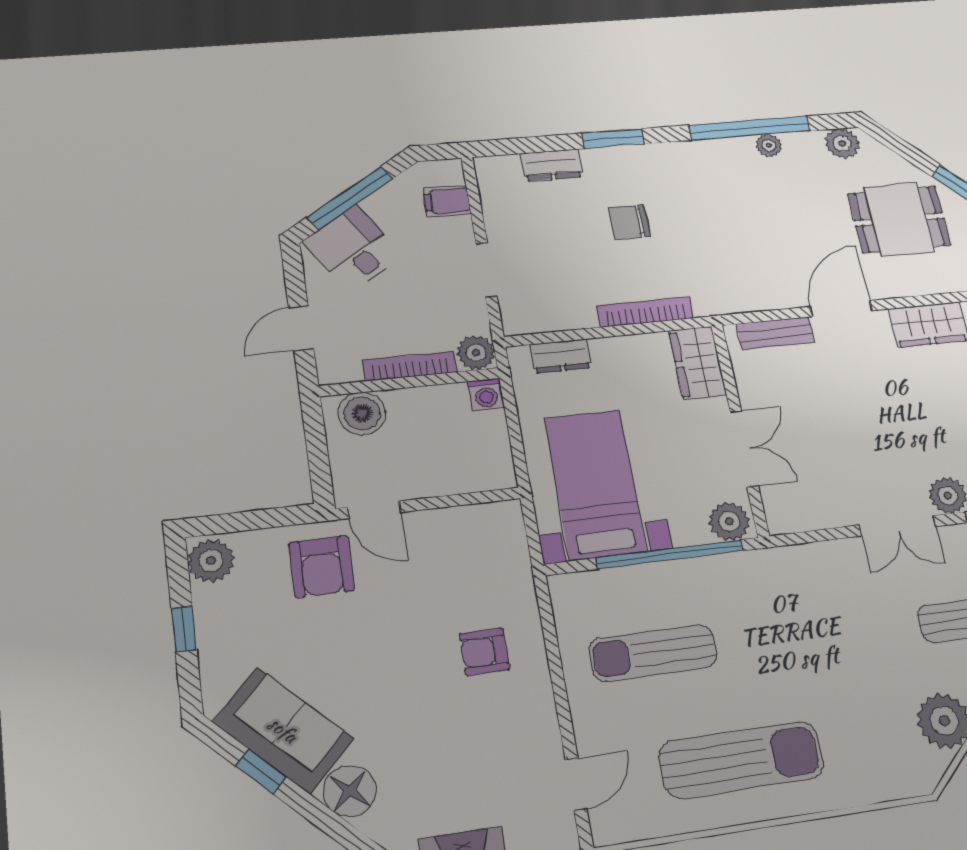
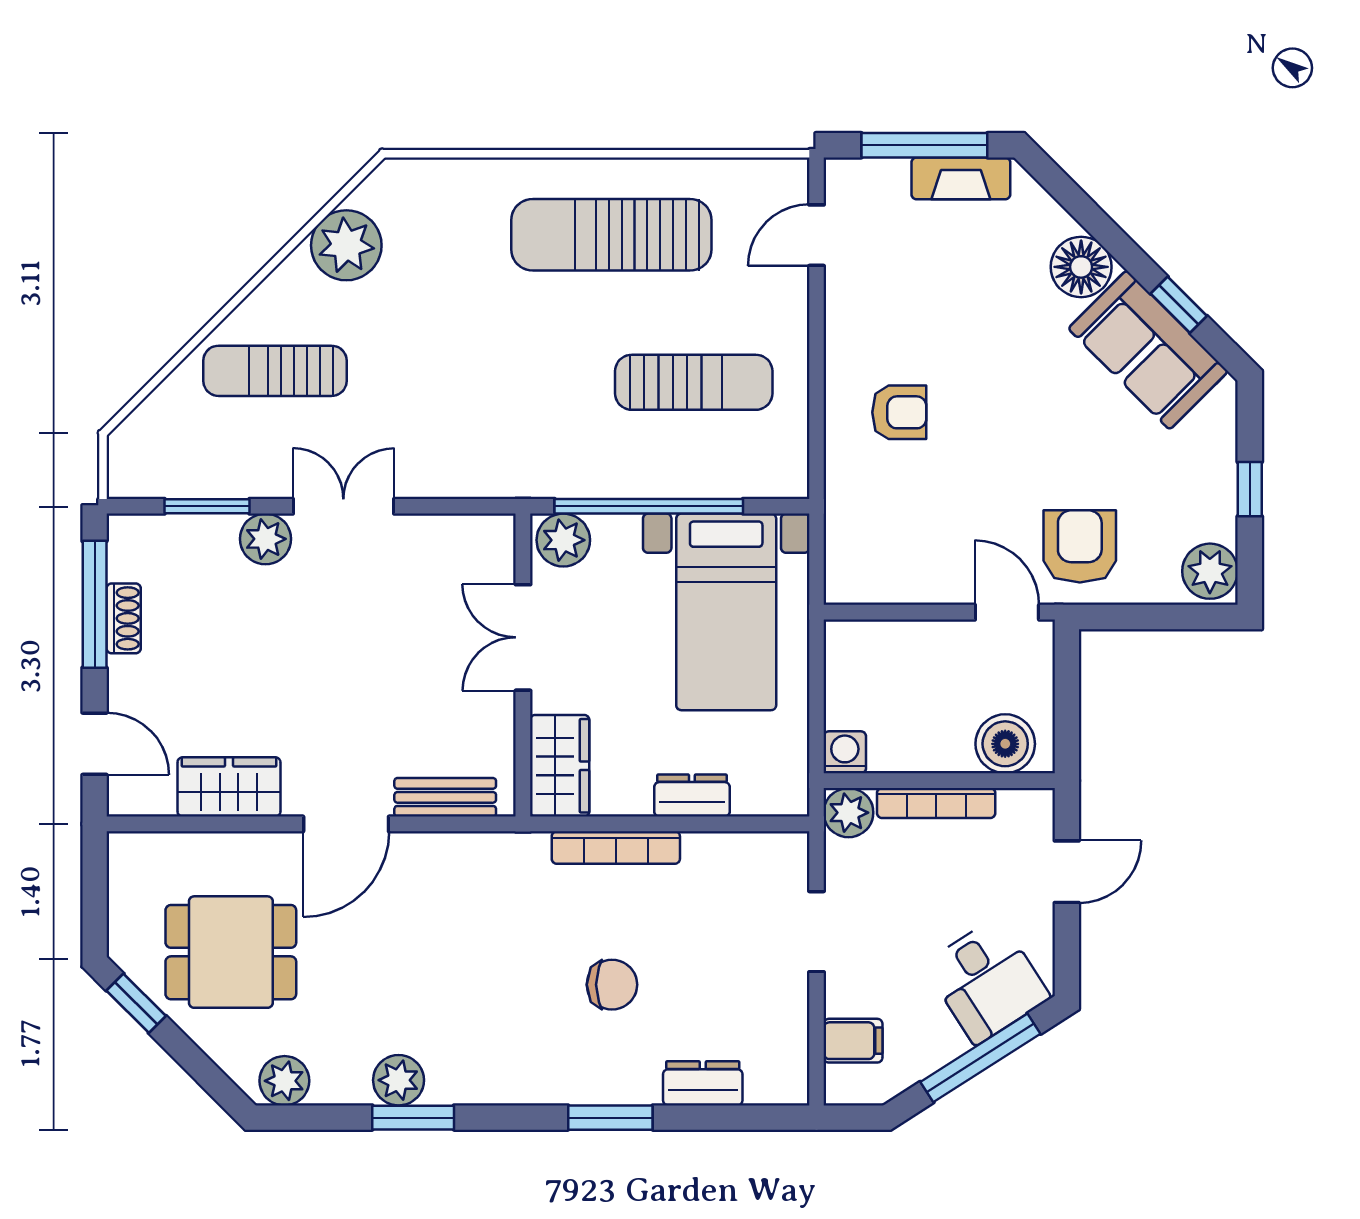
window: (750, 128) -> (413, 1118), width x0.47
plant: (769, 145) -> (399, 1080), width x1.38, depth x1.38
dresser: (561, 356) -> (692, 796), moved

